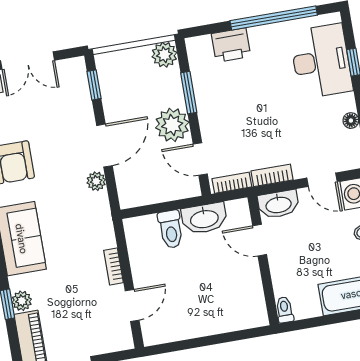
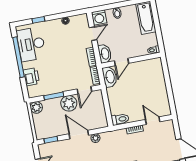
desk: (321, 61) -> (31, 44), moved, turned -90
washbasin: (204, 218) -> (110, 77), moved
toilet: (171, 229) -> (120, 119), moved

